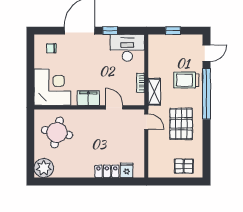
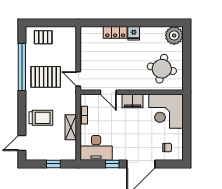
shelving: (154, 92) -> (71, 127), moved
window: (207, 94) -> (22, 67), moved
pallet: (181, 124) -> (46, 77), turned 90
fridge: (127, 170) -> (134, 33), moved

